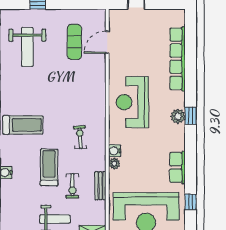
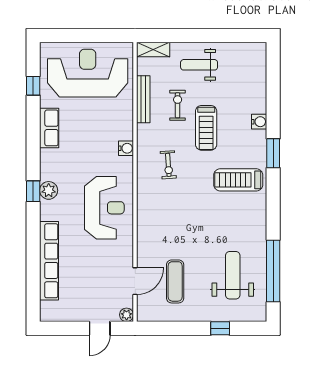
plant: (114, 164) -> (127, 315), moved
bench: (100, 186) -> (143, 99), width x1.36

